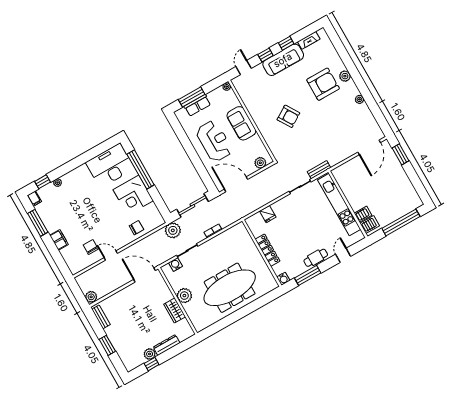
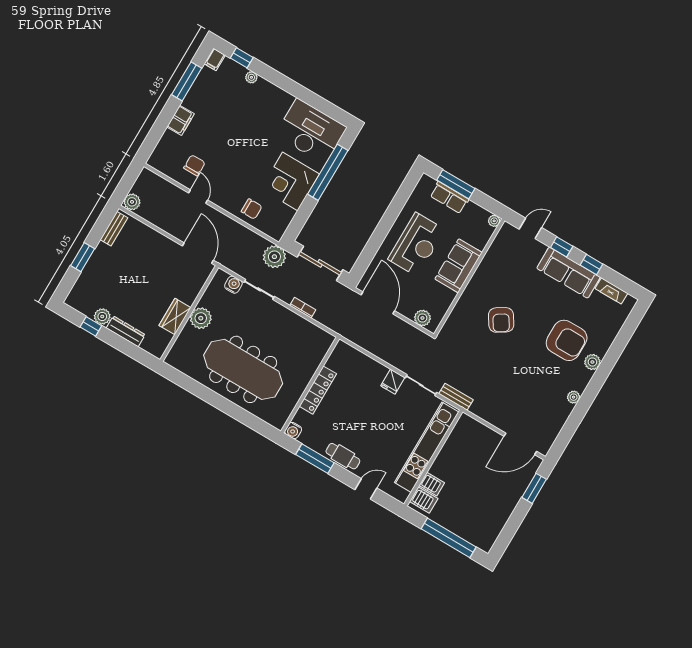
fridge: (268, 214) -> (393, 382), moved

